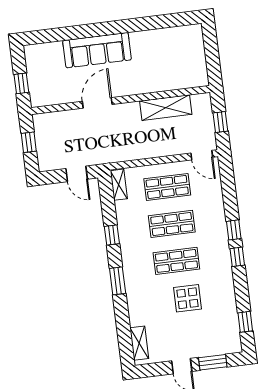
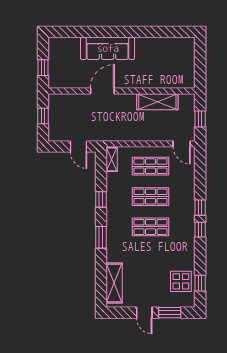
display table: (188, 298) -> (181, 281), moved
shelving: (139, 343) -> (114, 283), width x1.50, depth x1.33

